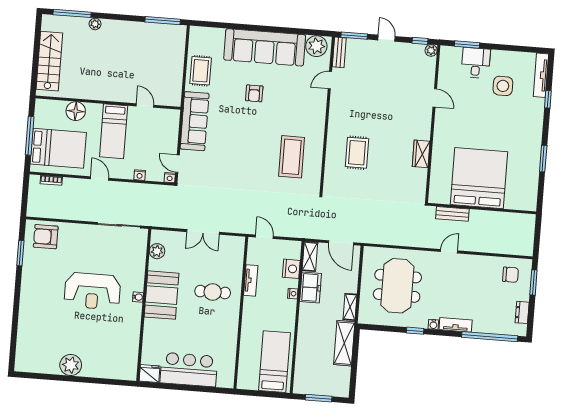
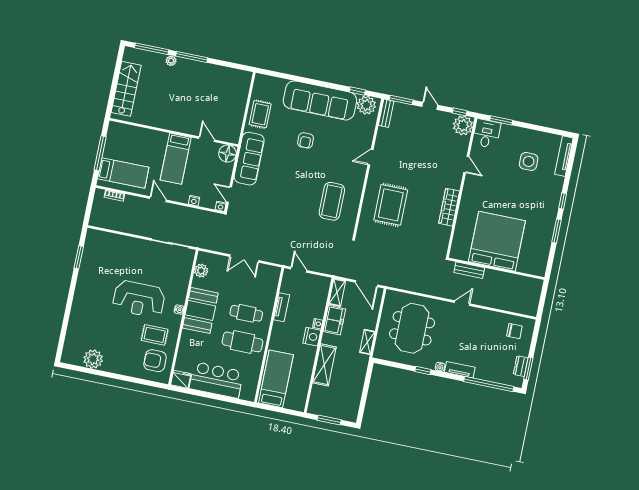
window: (163, 21) -> (192, 57), moved
window: (304, 32) -> (357, 91), added
plant: (431, 50) -> (463, 125), width x1.87, depth x1.87
desk: (476, 63) -> (487, 134), moved
door: (330, 80) -> (371, 157), moved
window: (548, 99) -> (563, 201), moved
floor lamp: (76, 111) -> (227, 154), moved
bed: (58, 148) -> (123, 173), width x0.67
rug: (357, 153) -> (391, 205), width x1.36, depth x1.43
wardrobe: (421, 154) -> (449, 207), width x1.50
armchair: (46, 237) -> (155, 361), moved
nightstand: (291, 269) -> (312, 337), moved
window: (533, 282) -> (528, 369), moved
cafe table: (212, 324) -> (242, 342), added
rug: (115, 328) -> (155, 335), added
shelving: (344, 343) -> (324, 365), moved
bed: (274, 362) -> (276, 379), moved
plant: (71, 365) -> (93, 359), moved

